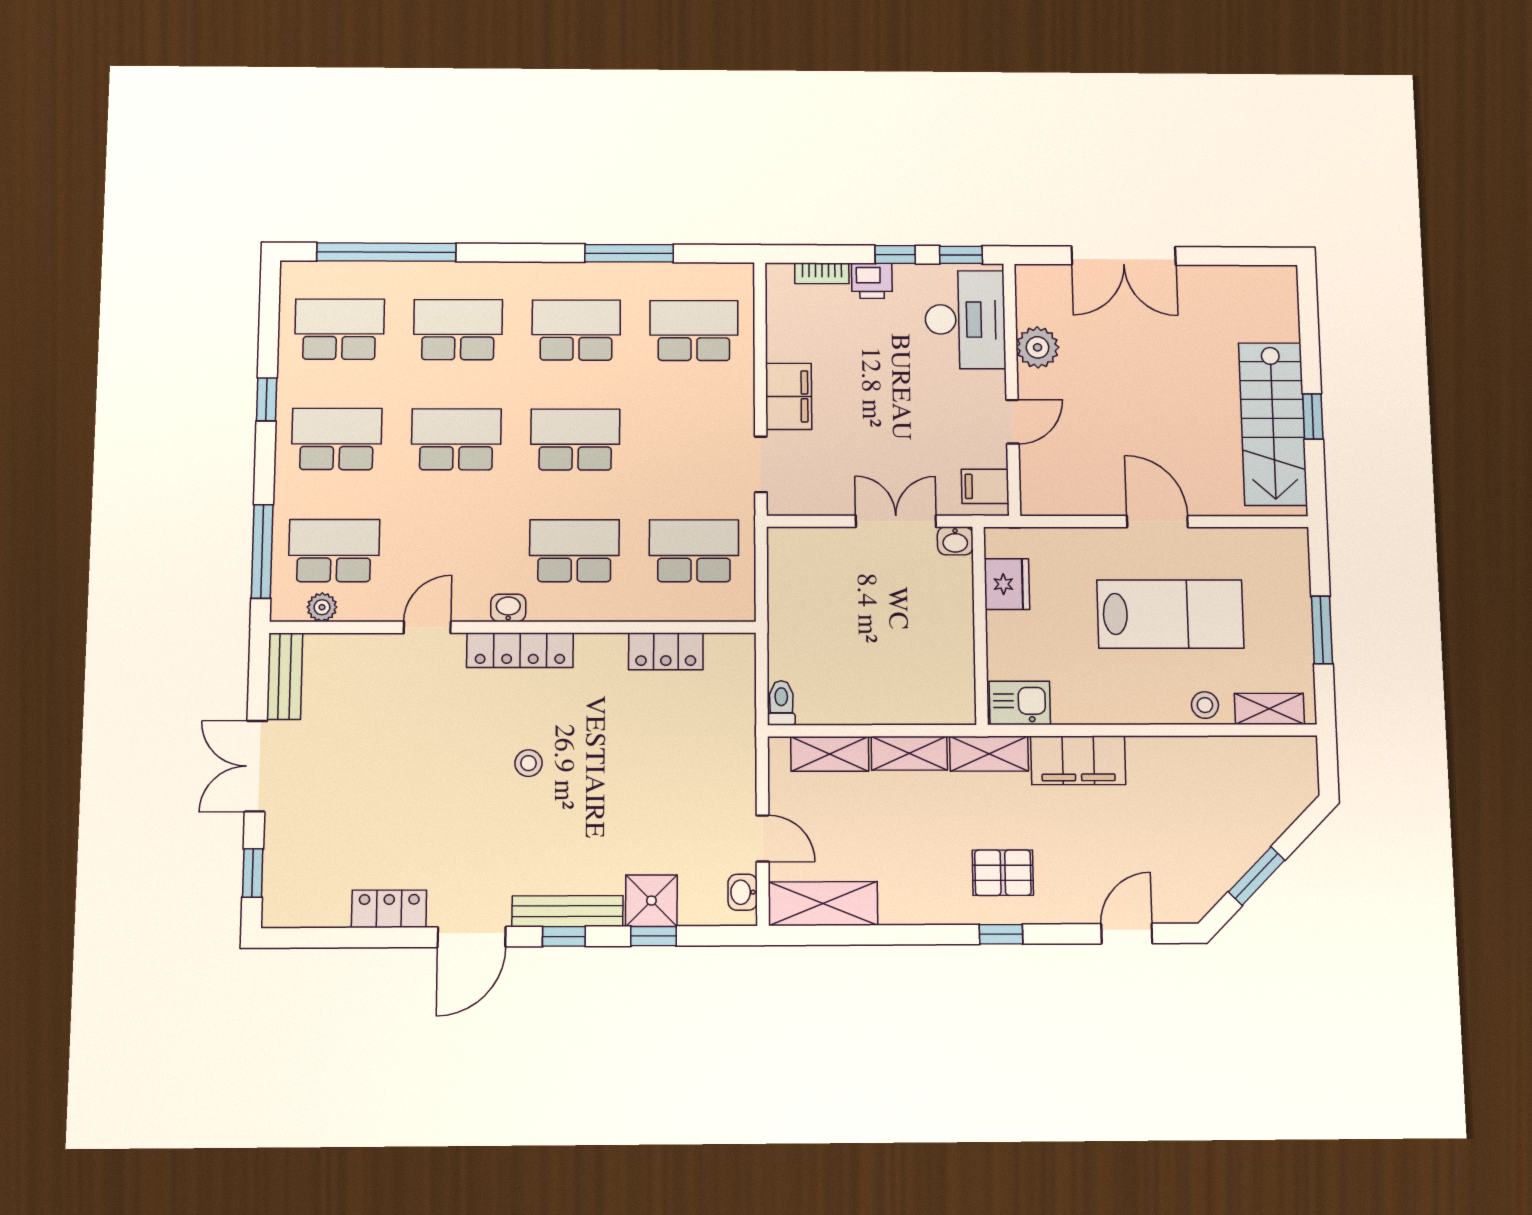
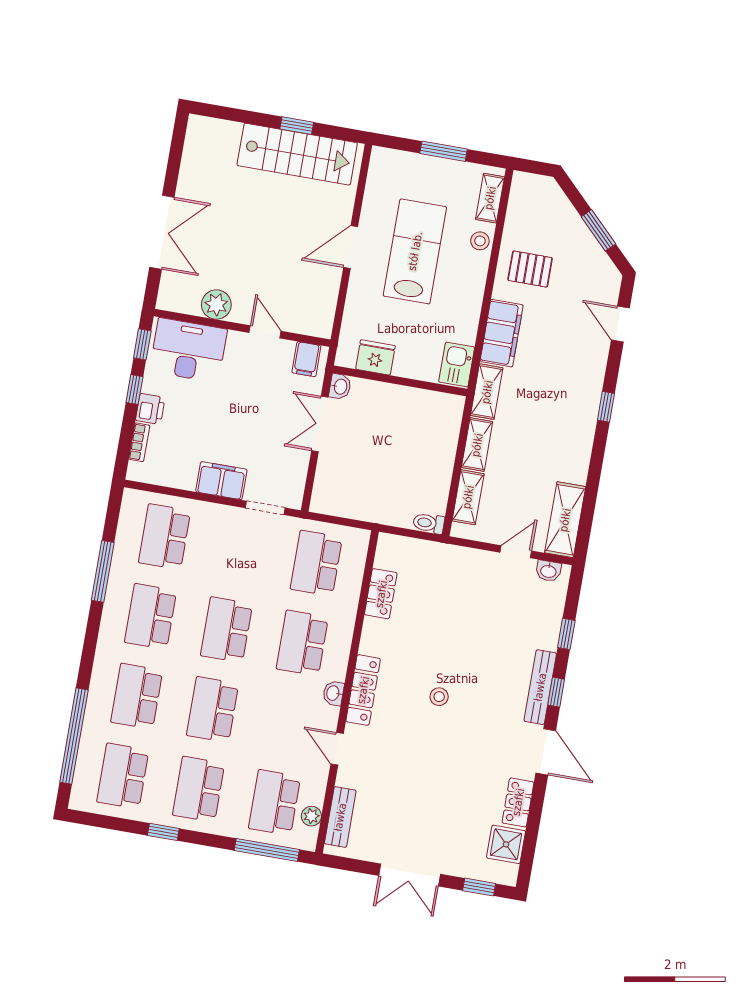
bench: (285, 676) -> (340, 817), moved, turned 90
pallet: (1003, 873) -> (530, 269), moved, turned 90
shower: (651, 901) -> (506, 844), moved

